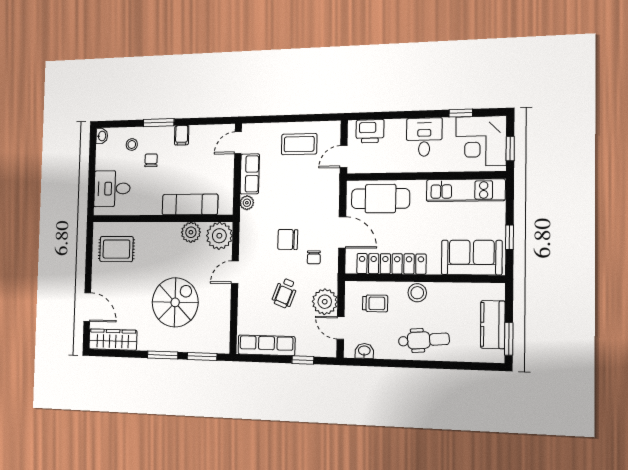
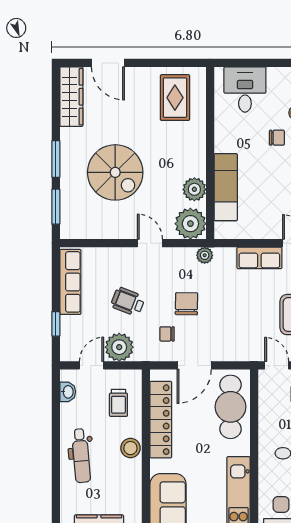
plant: (247, 203) -> (205, 255), moved
door: (87, 307) -> (108, 63), hinge flipped

